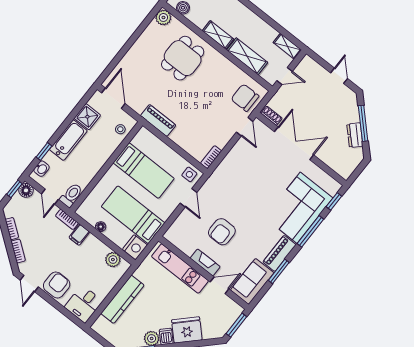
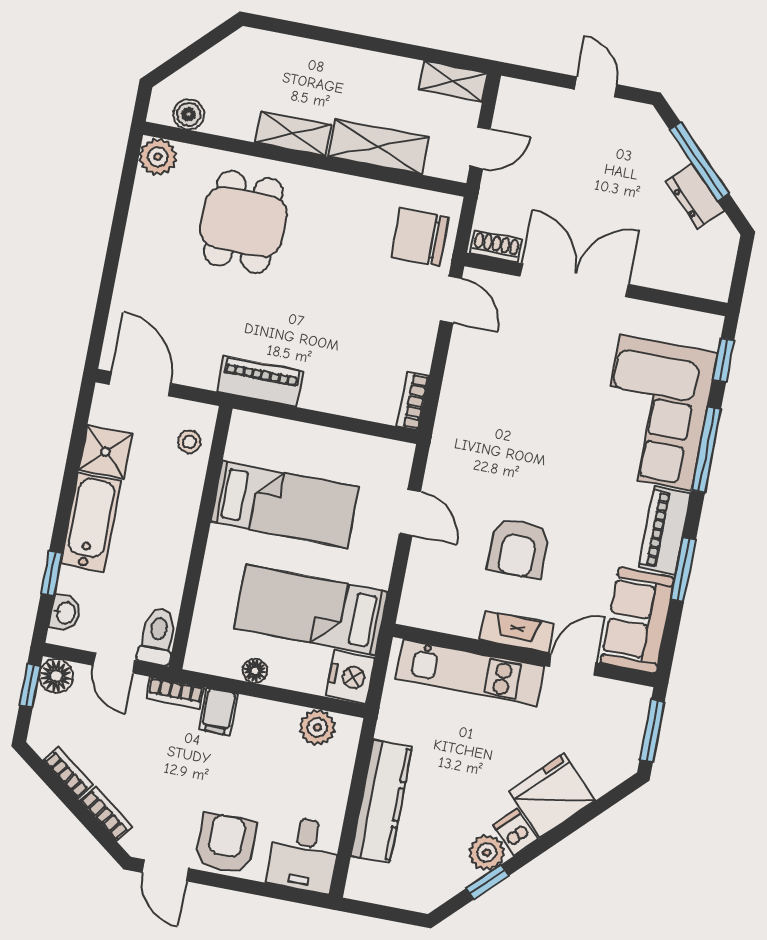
side table: (189, 174) -> (386, 462), removed

